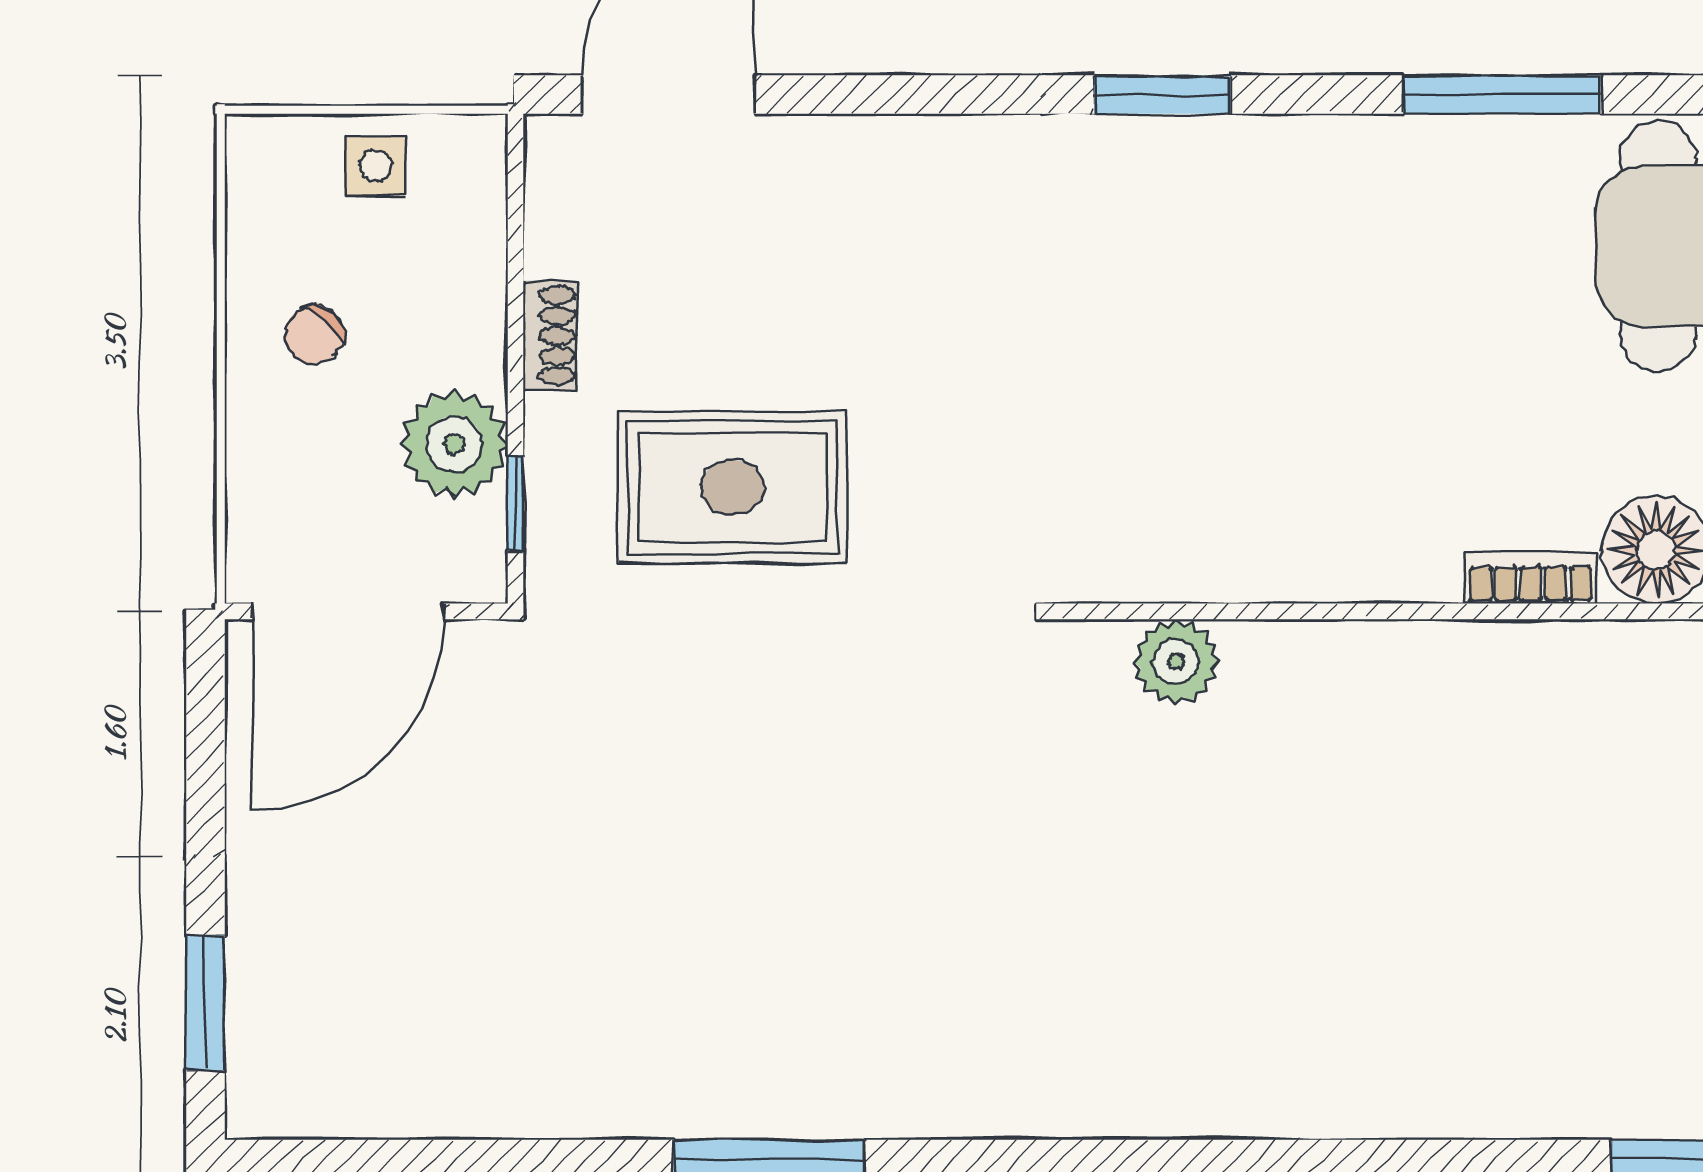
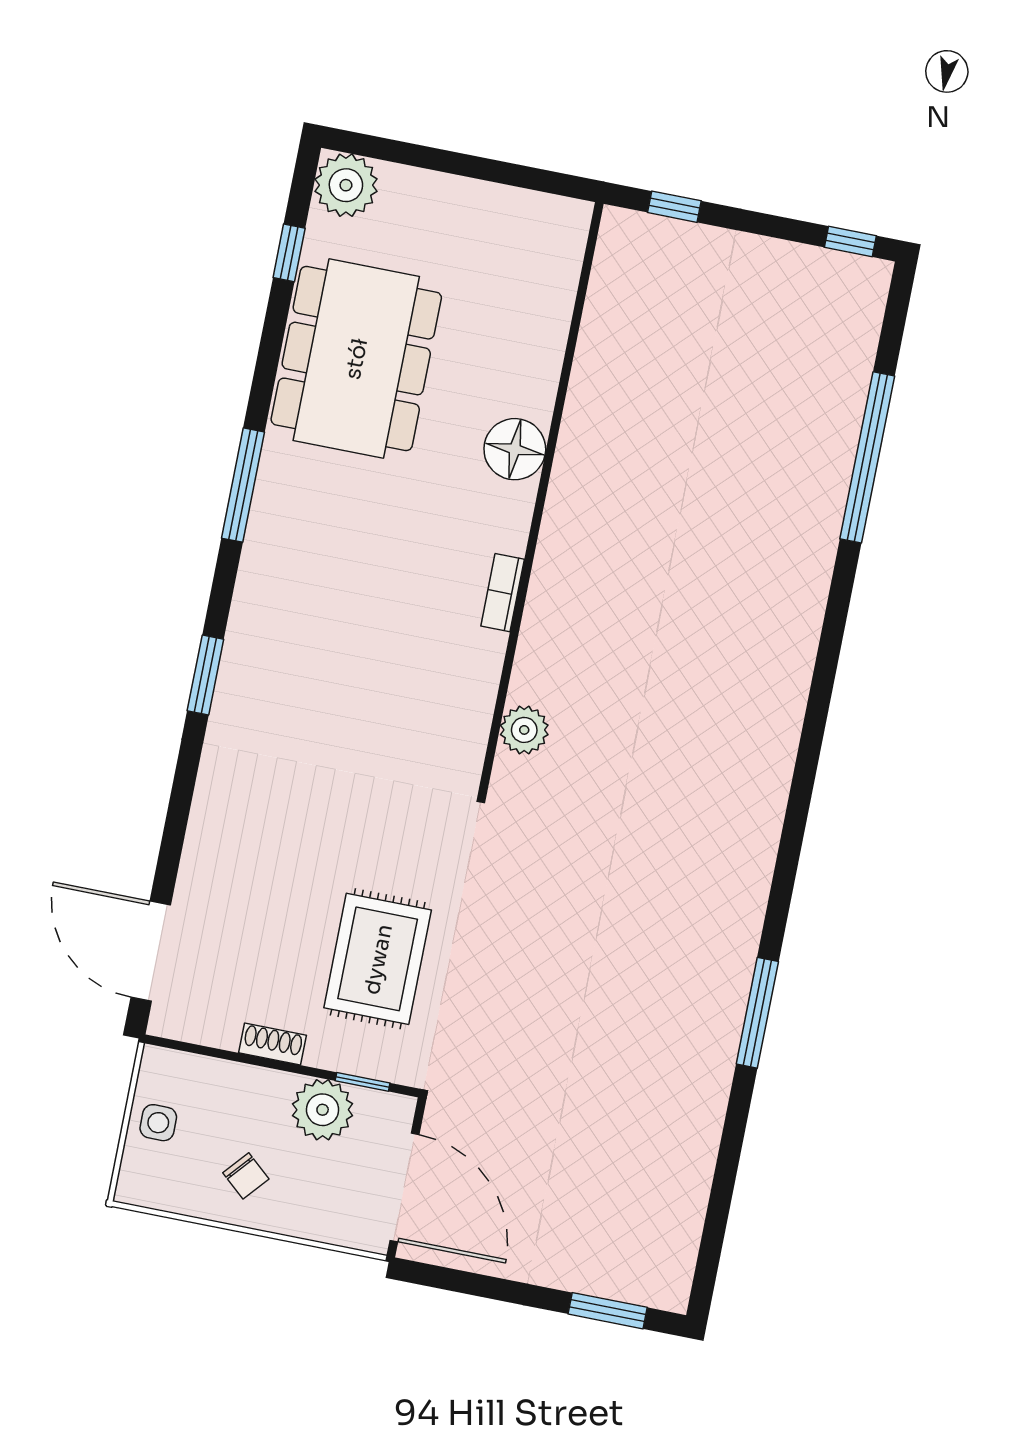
bookcase: (1531, 578) -> (503, 593), moved

